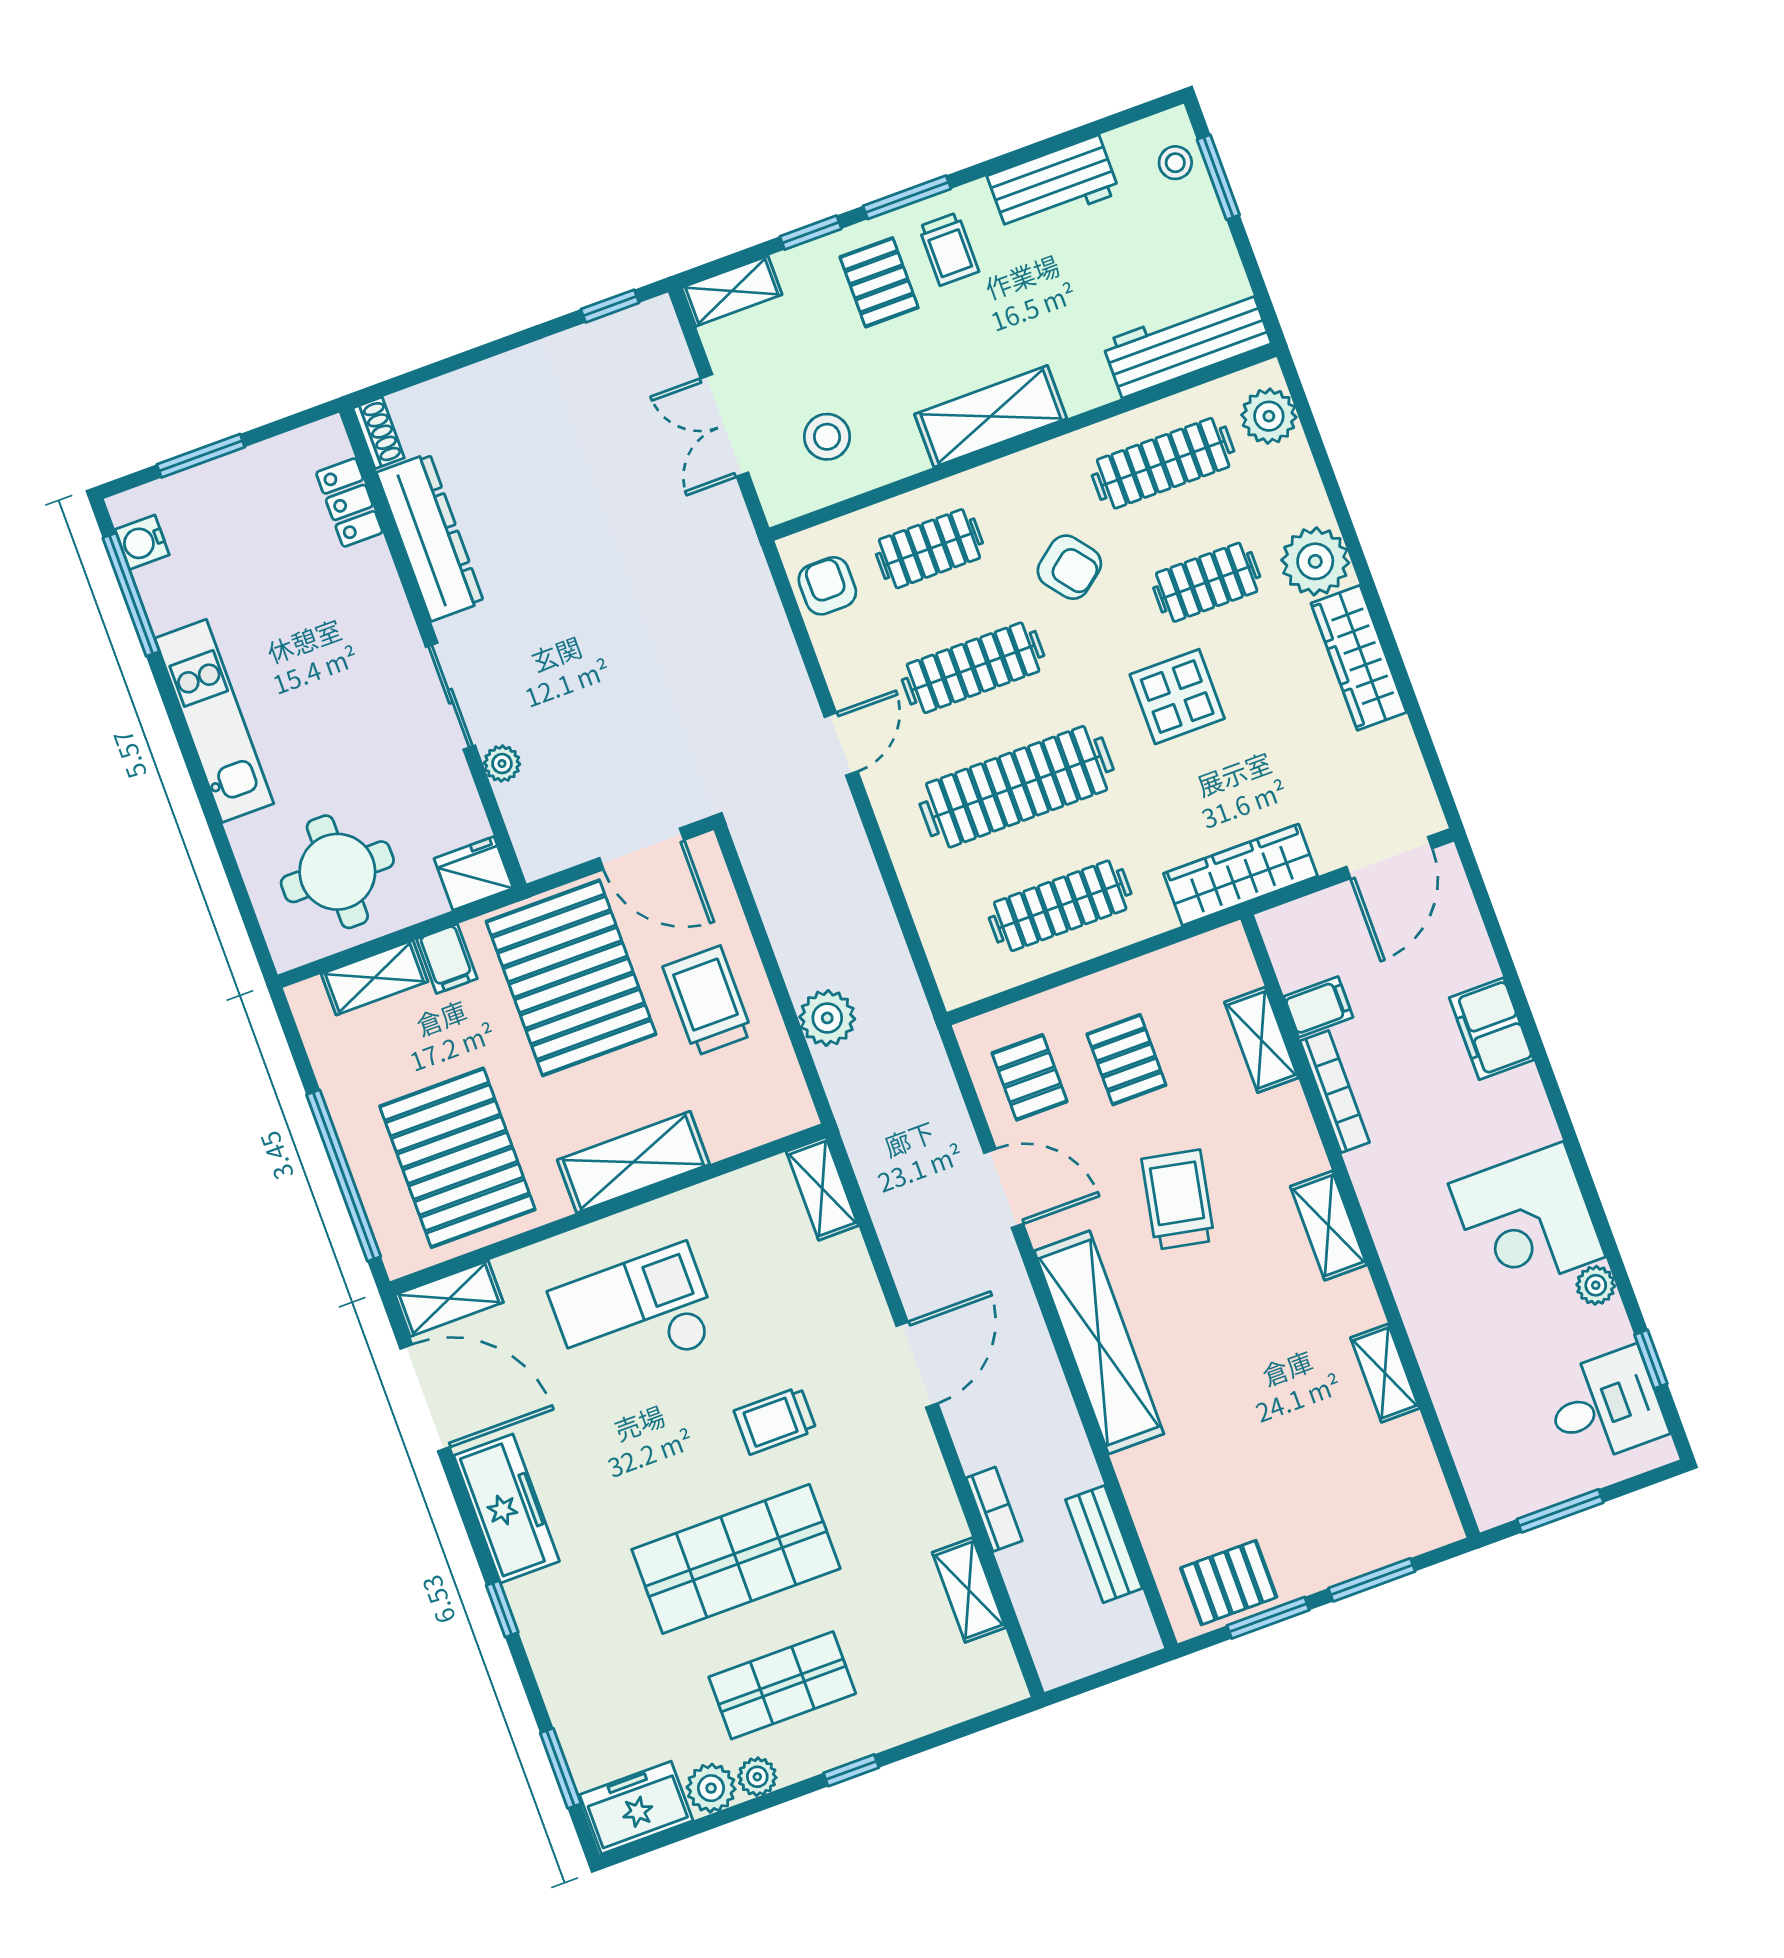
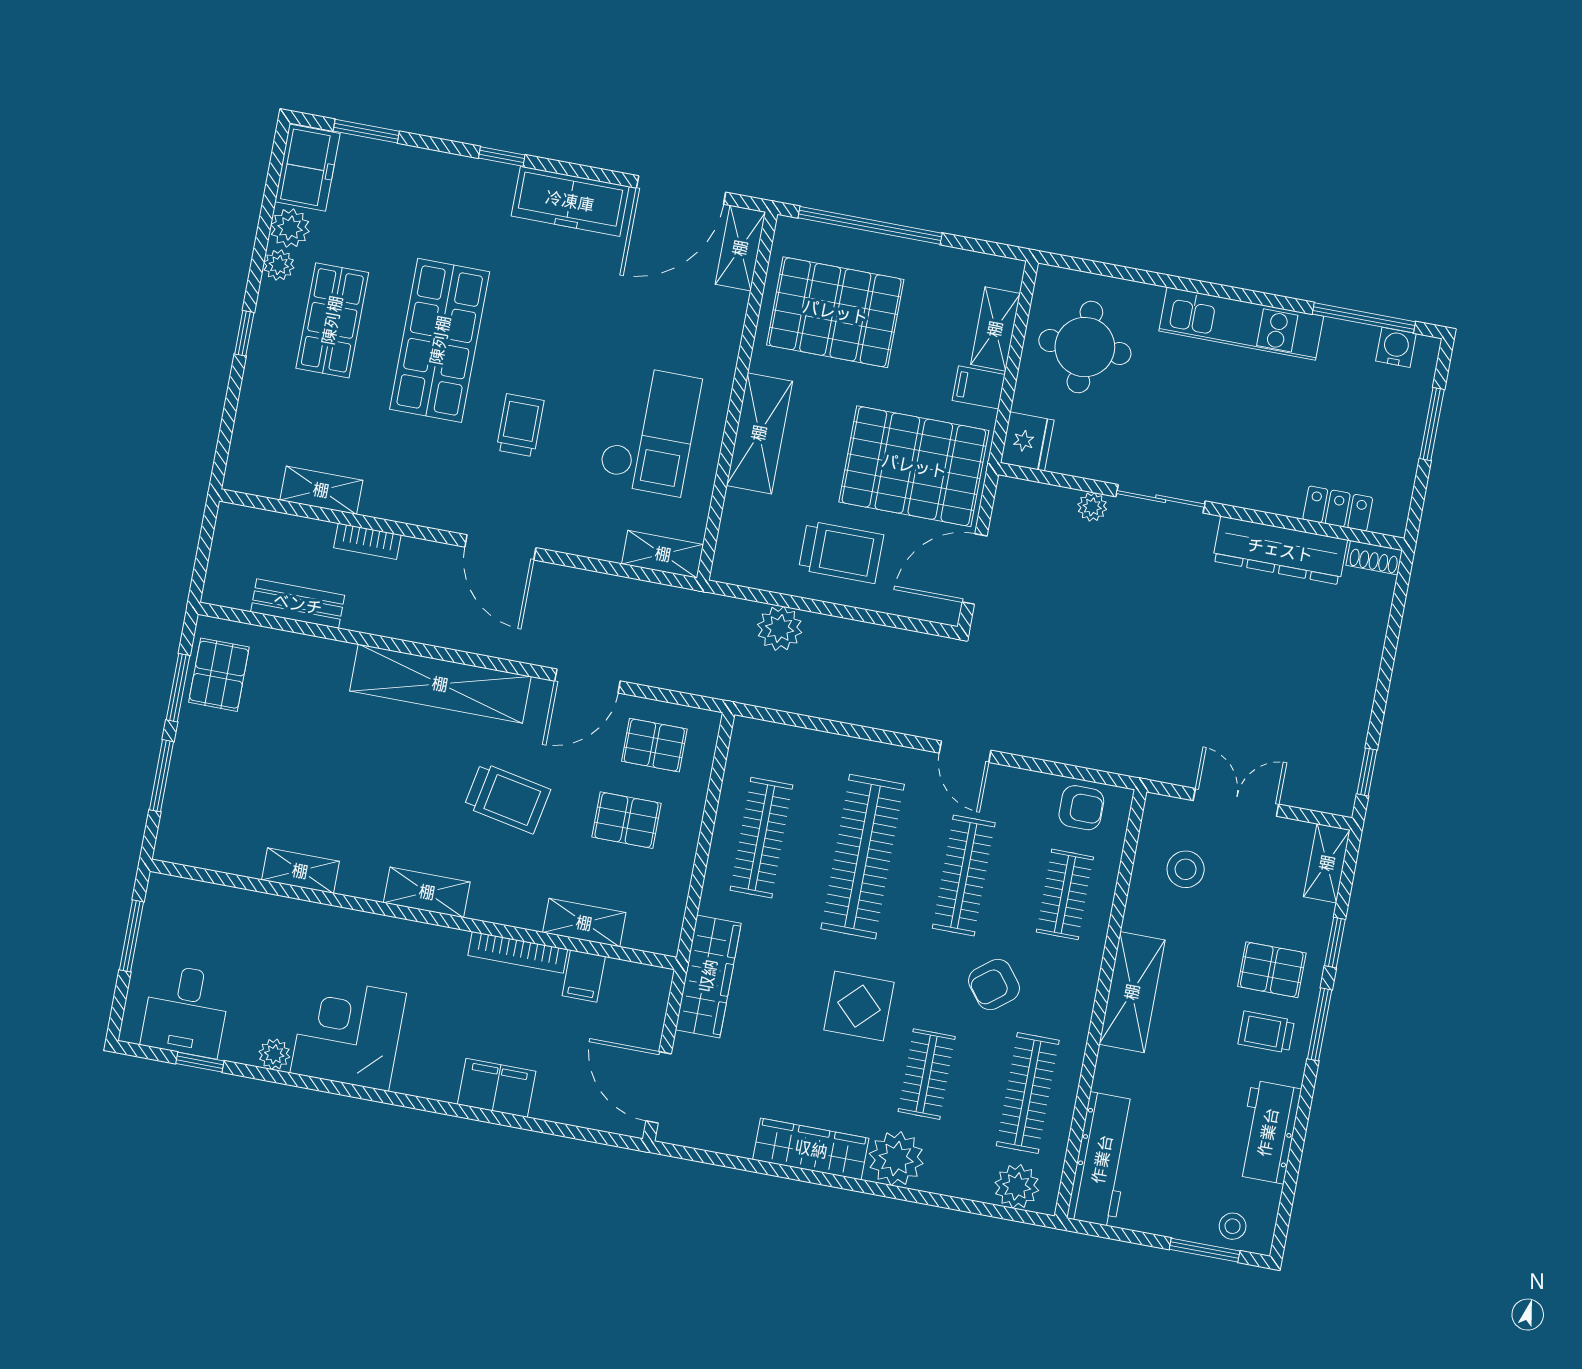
checkout: (635, 1315) -> (650, 430), moved

